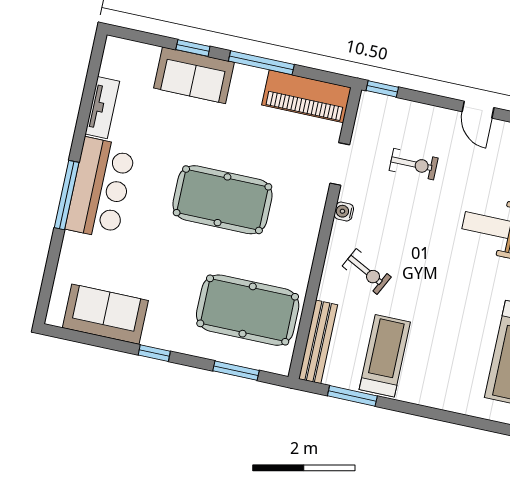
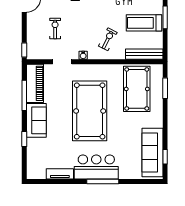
window: (261, 63) -> (24, 95), moved
sofa: (194, 75) -> (36, 120), moved
pool table: (222, 200) -> (90, 111), width x1.36, depth x1.32
sofa: (105, 314) -> (152, 152), width x1.36
window: (154, 353) -> (165, 157), moved
window: (352, 396) -> (165, 17), moved

